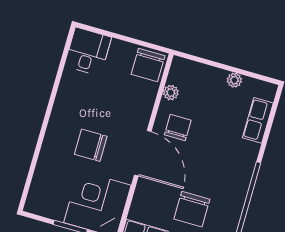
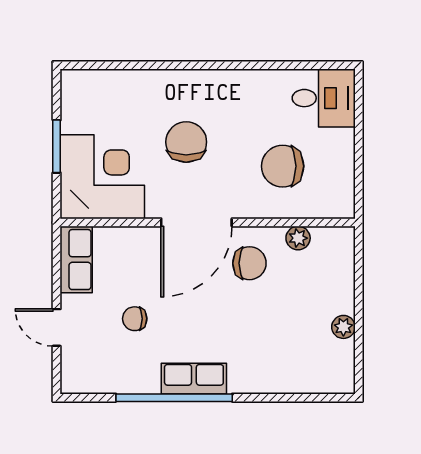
chair: (148, 65) -> (283, 166), moved
row of seats: (258, 120) -> (194, 379), moved
chair: (192, 209) -> (135, 319), width x0.54, depth x0.54

